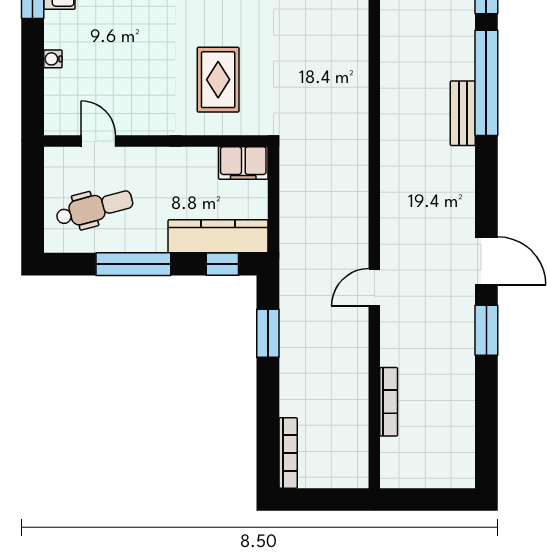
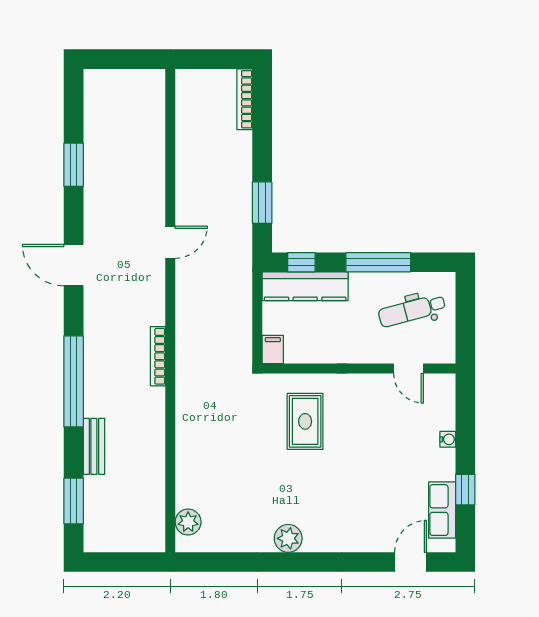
window: (486, 83) -> (74, 381), moved
bench: (463, 113) -> (94, 446), moved
filing cabinet: (243, 163) -> (273, 350), width x0.50
window: (486, 330) -> (74, 165), moved
bookcase: (389, 402) -> (158, 356), moved

